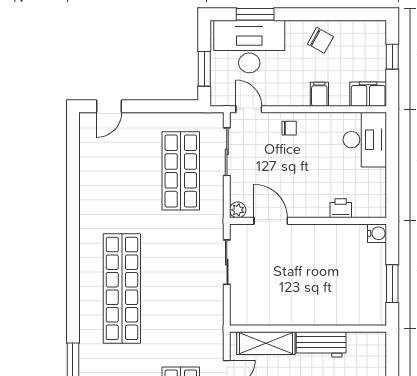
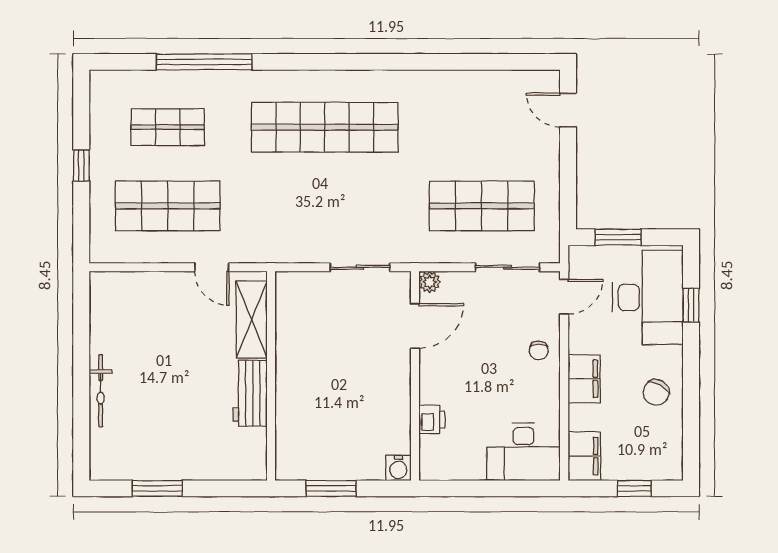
window: (255, 14) -> (691, 305), width x0.67
filing cabinet: (319, 94) -> (584, 379), width x2.00

